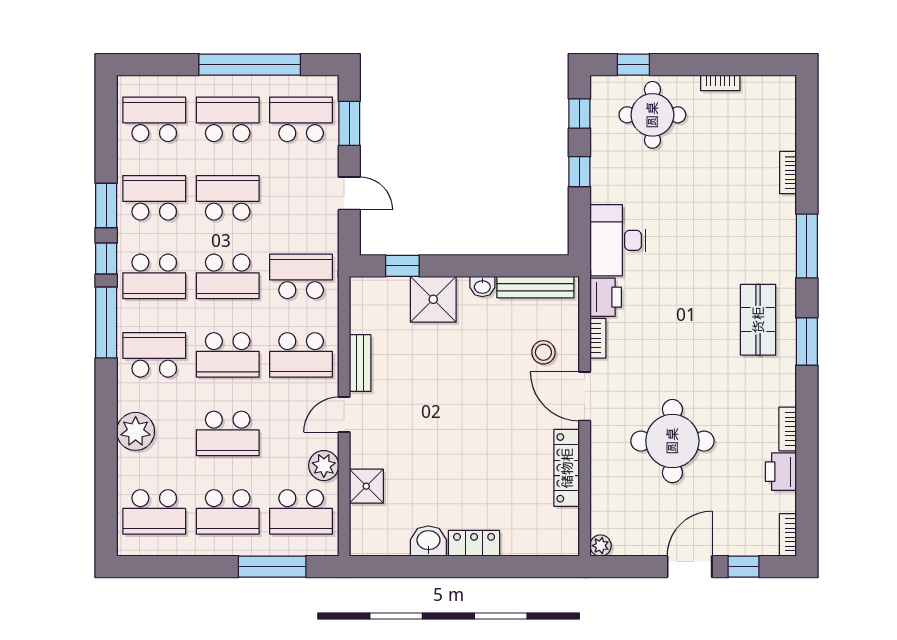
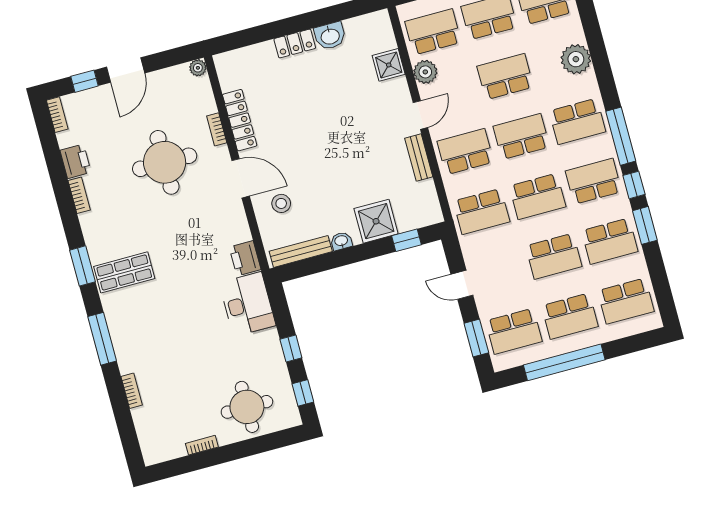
window: (633, 65) -> (272, 441), removed
school desk: (228, 276) -> (538, 196), turned 180
shop shelf: (758, 320) -> (124, 272), turned 90
bookcase: (598, 338) -> (217, 129), moved

